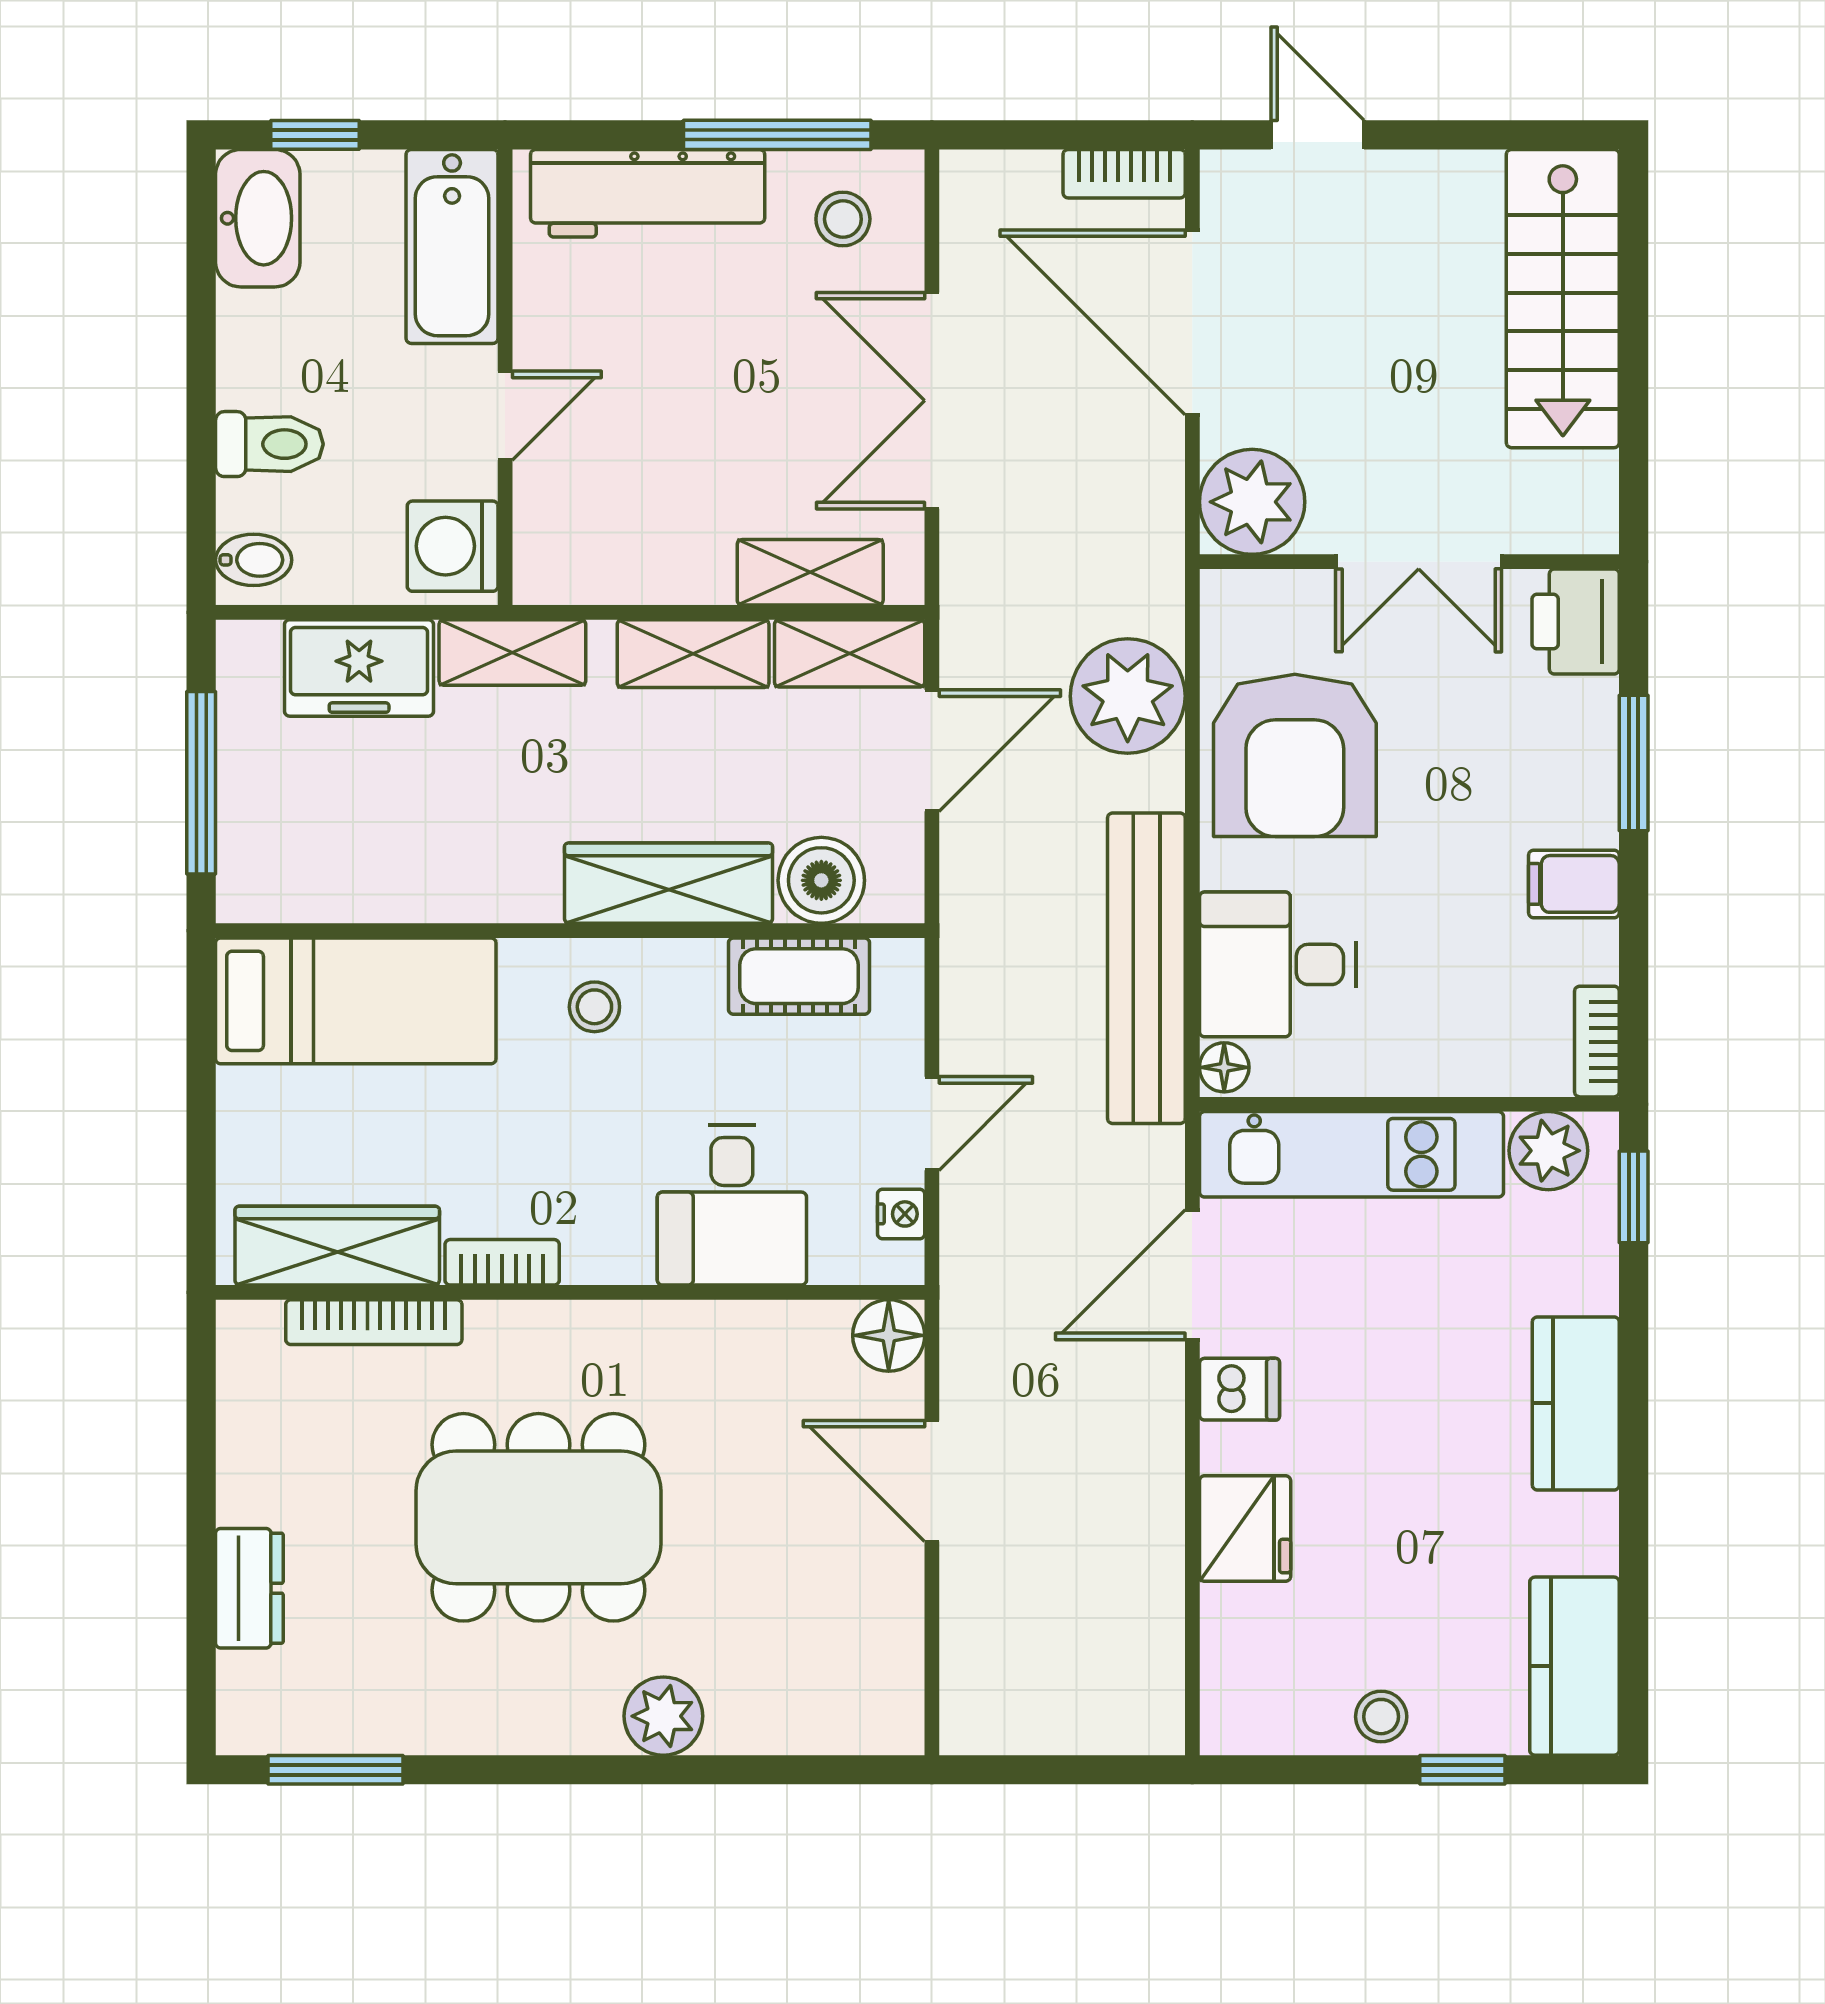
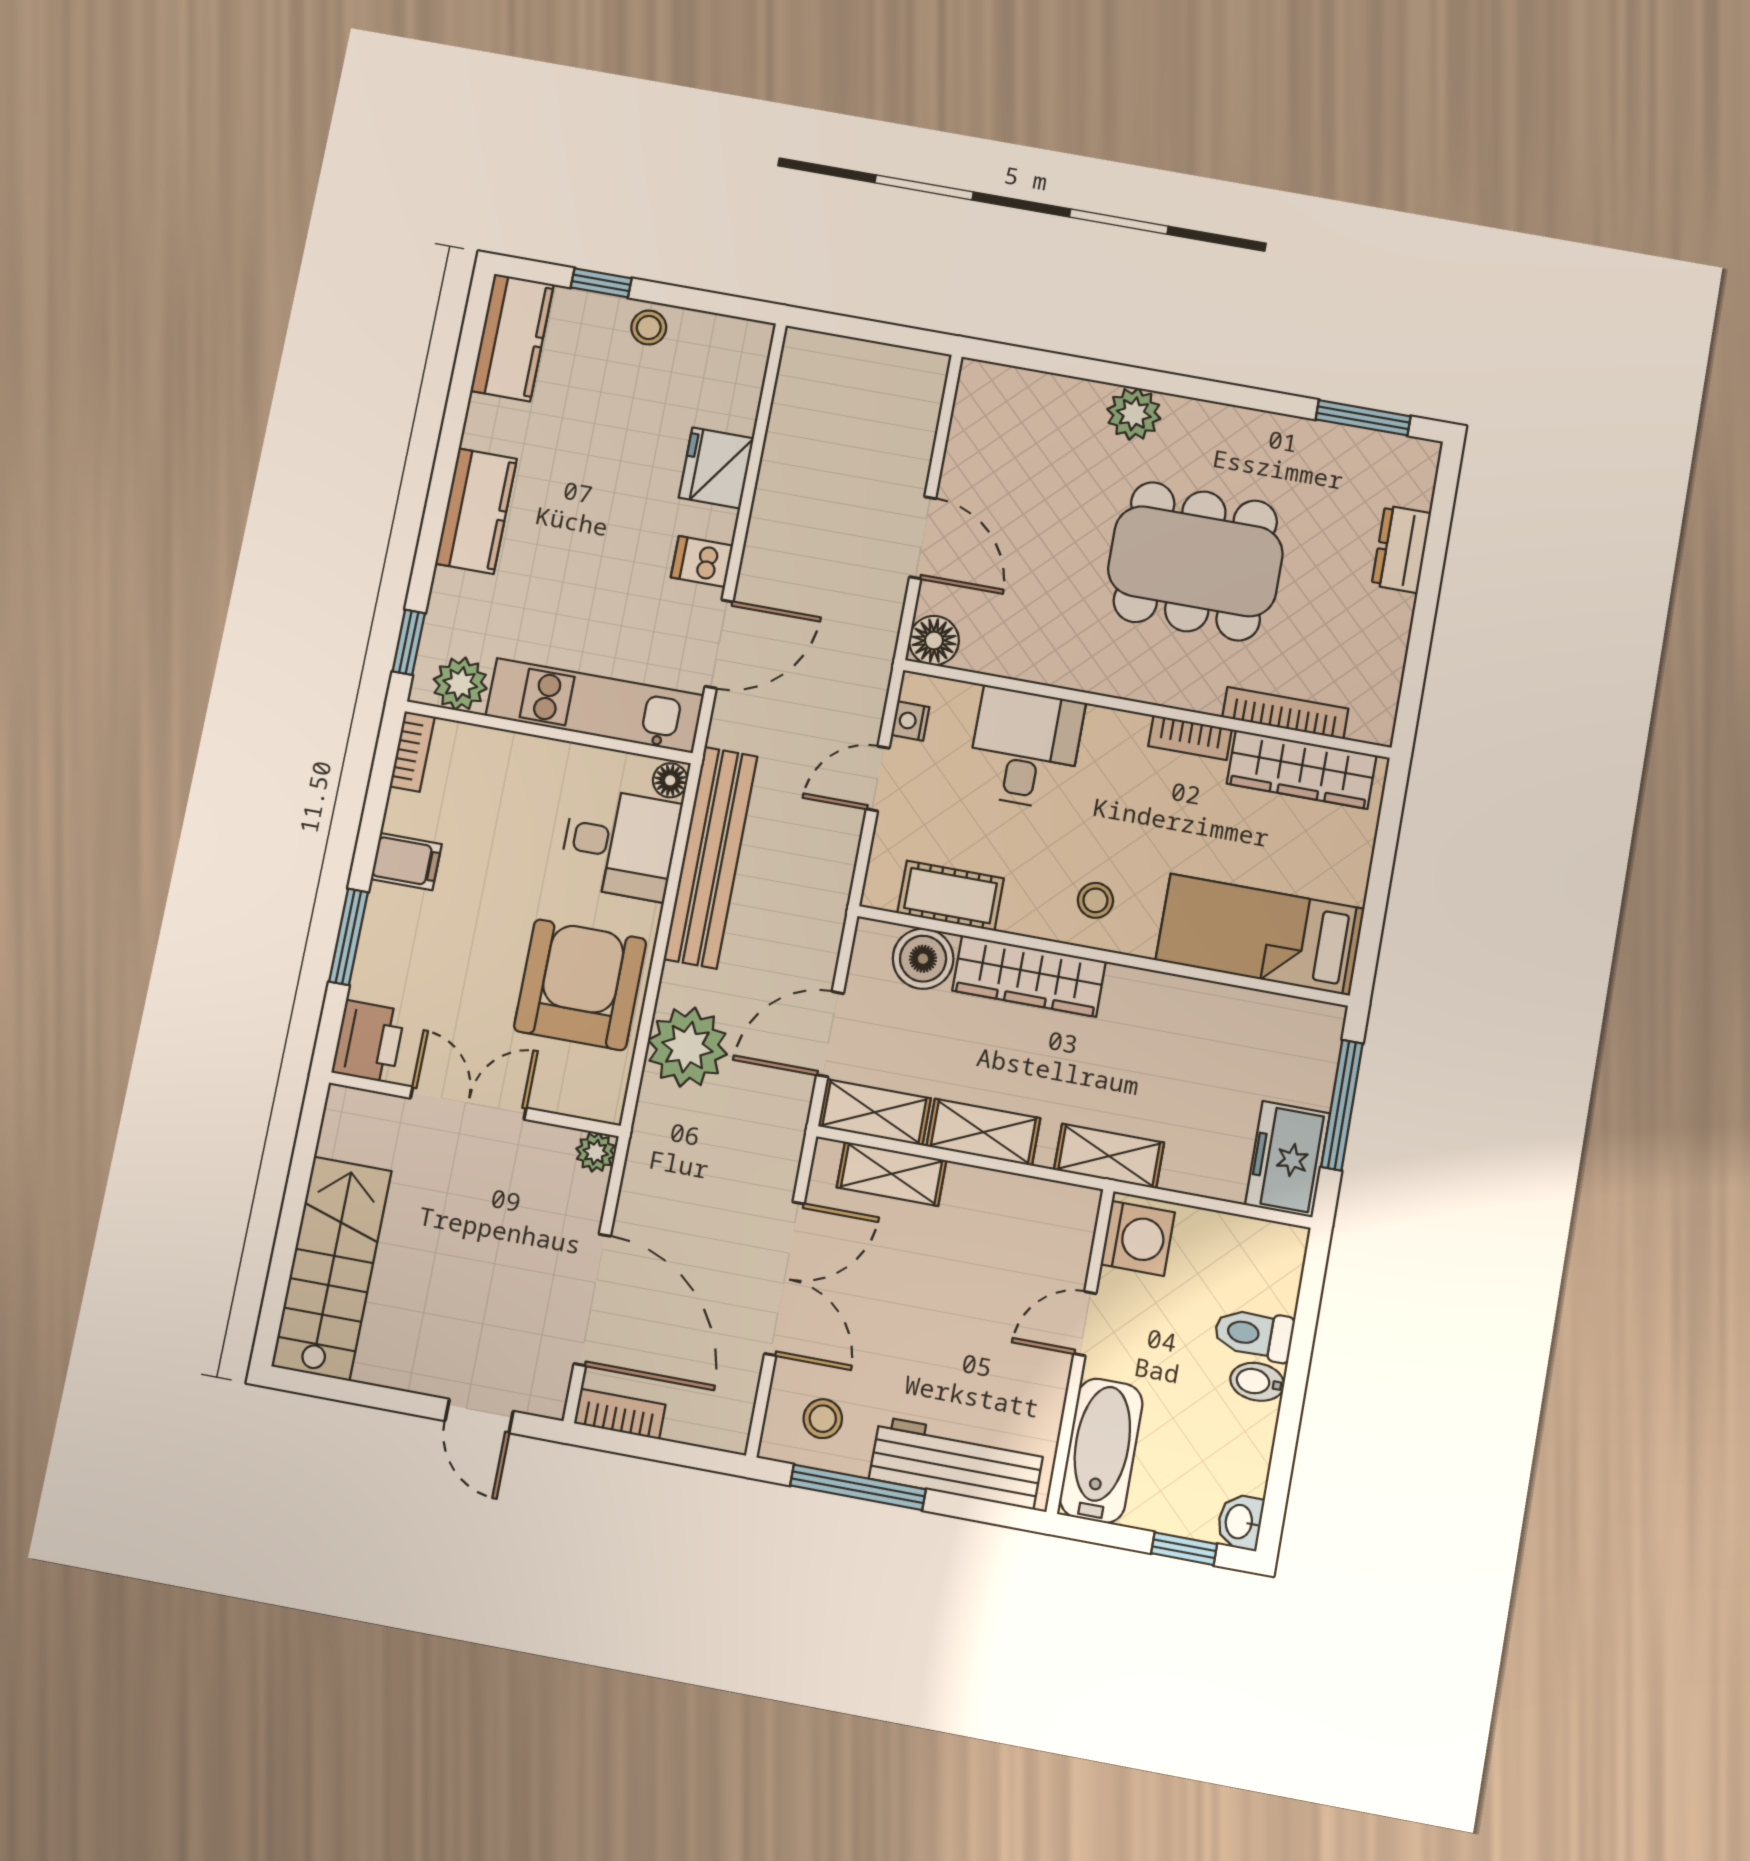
washbasin: (258, 218) -> (1240, 1522), width x0.52, depth x0.69
plant: (1252, 502) -> (596, 1152), width x0.53, depth x0.53
bidet: (254, 560) -> (1257, 1382), moved
freezer: (359, 668) -> (1287, 1159), moved, turned -90

